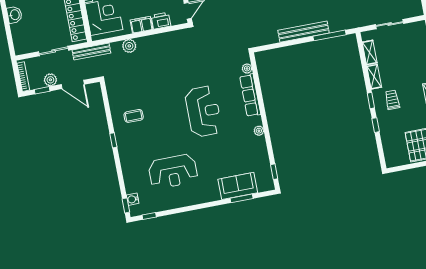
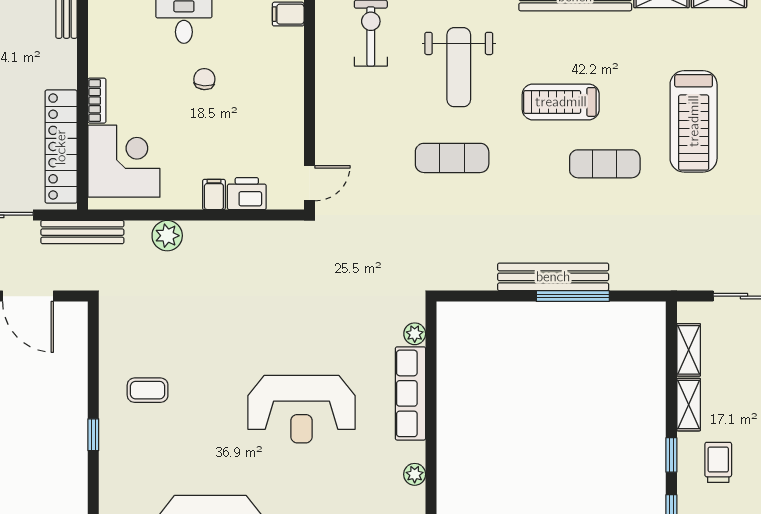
filing cabinet: (141, 25) -> (214, 194), width x0.50
window: (330, 35) -> (573, 296), moved
reception desk: (203, 111) -> (302, 409), turned 90

